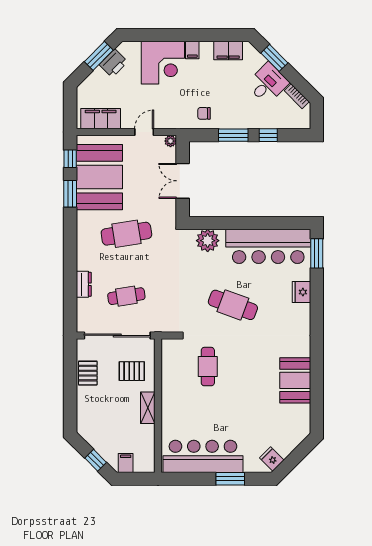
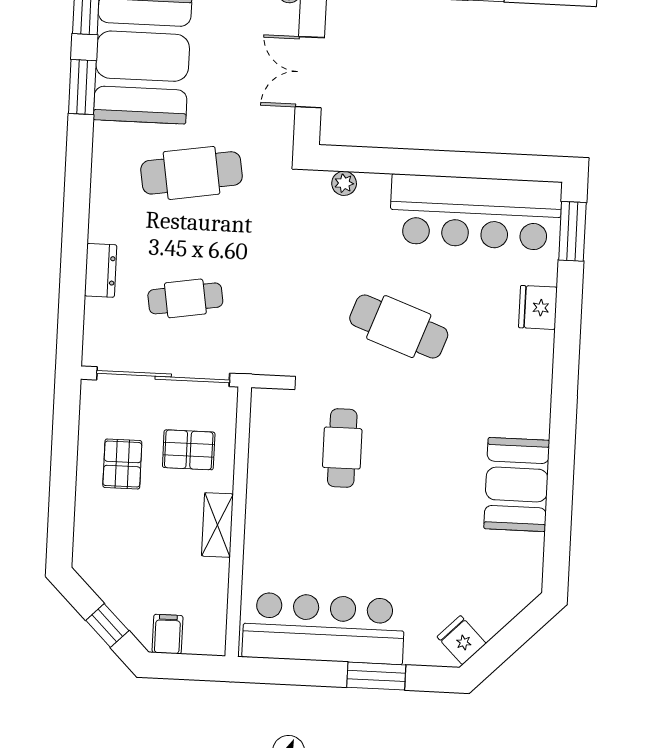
plant: (208, 241) -> (344, 183), width x0.53, depth x0.53
pallet: (88, 373) -> (122, 464), moved

